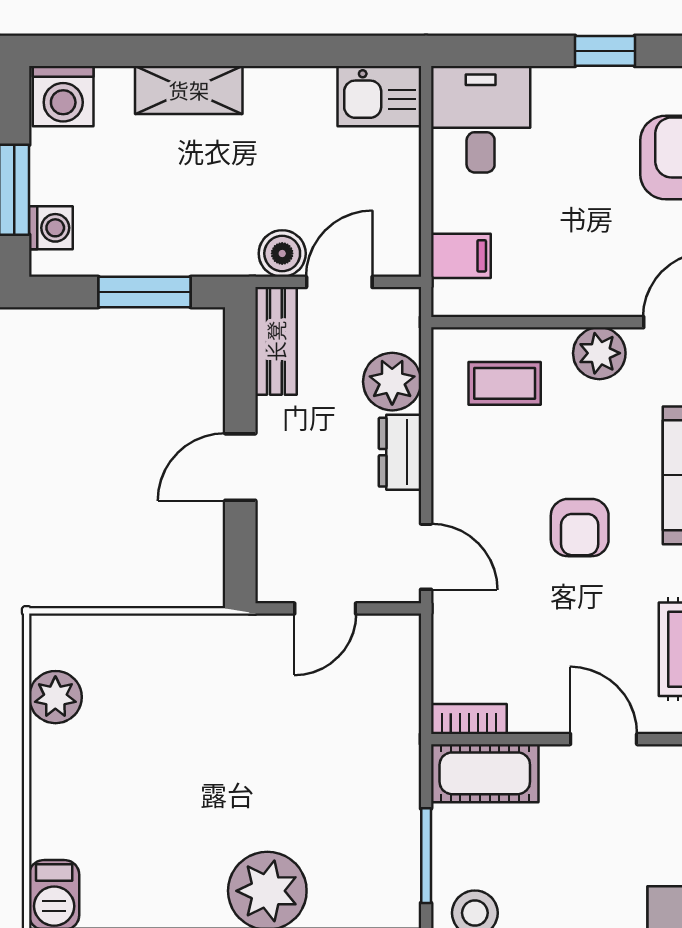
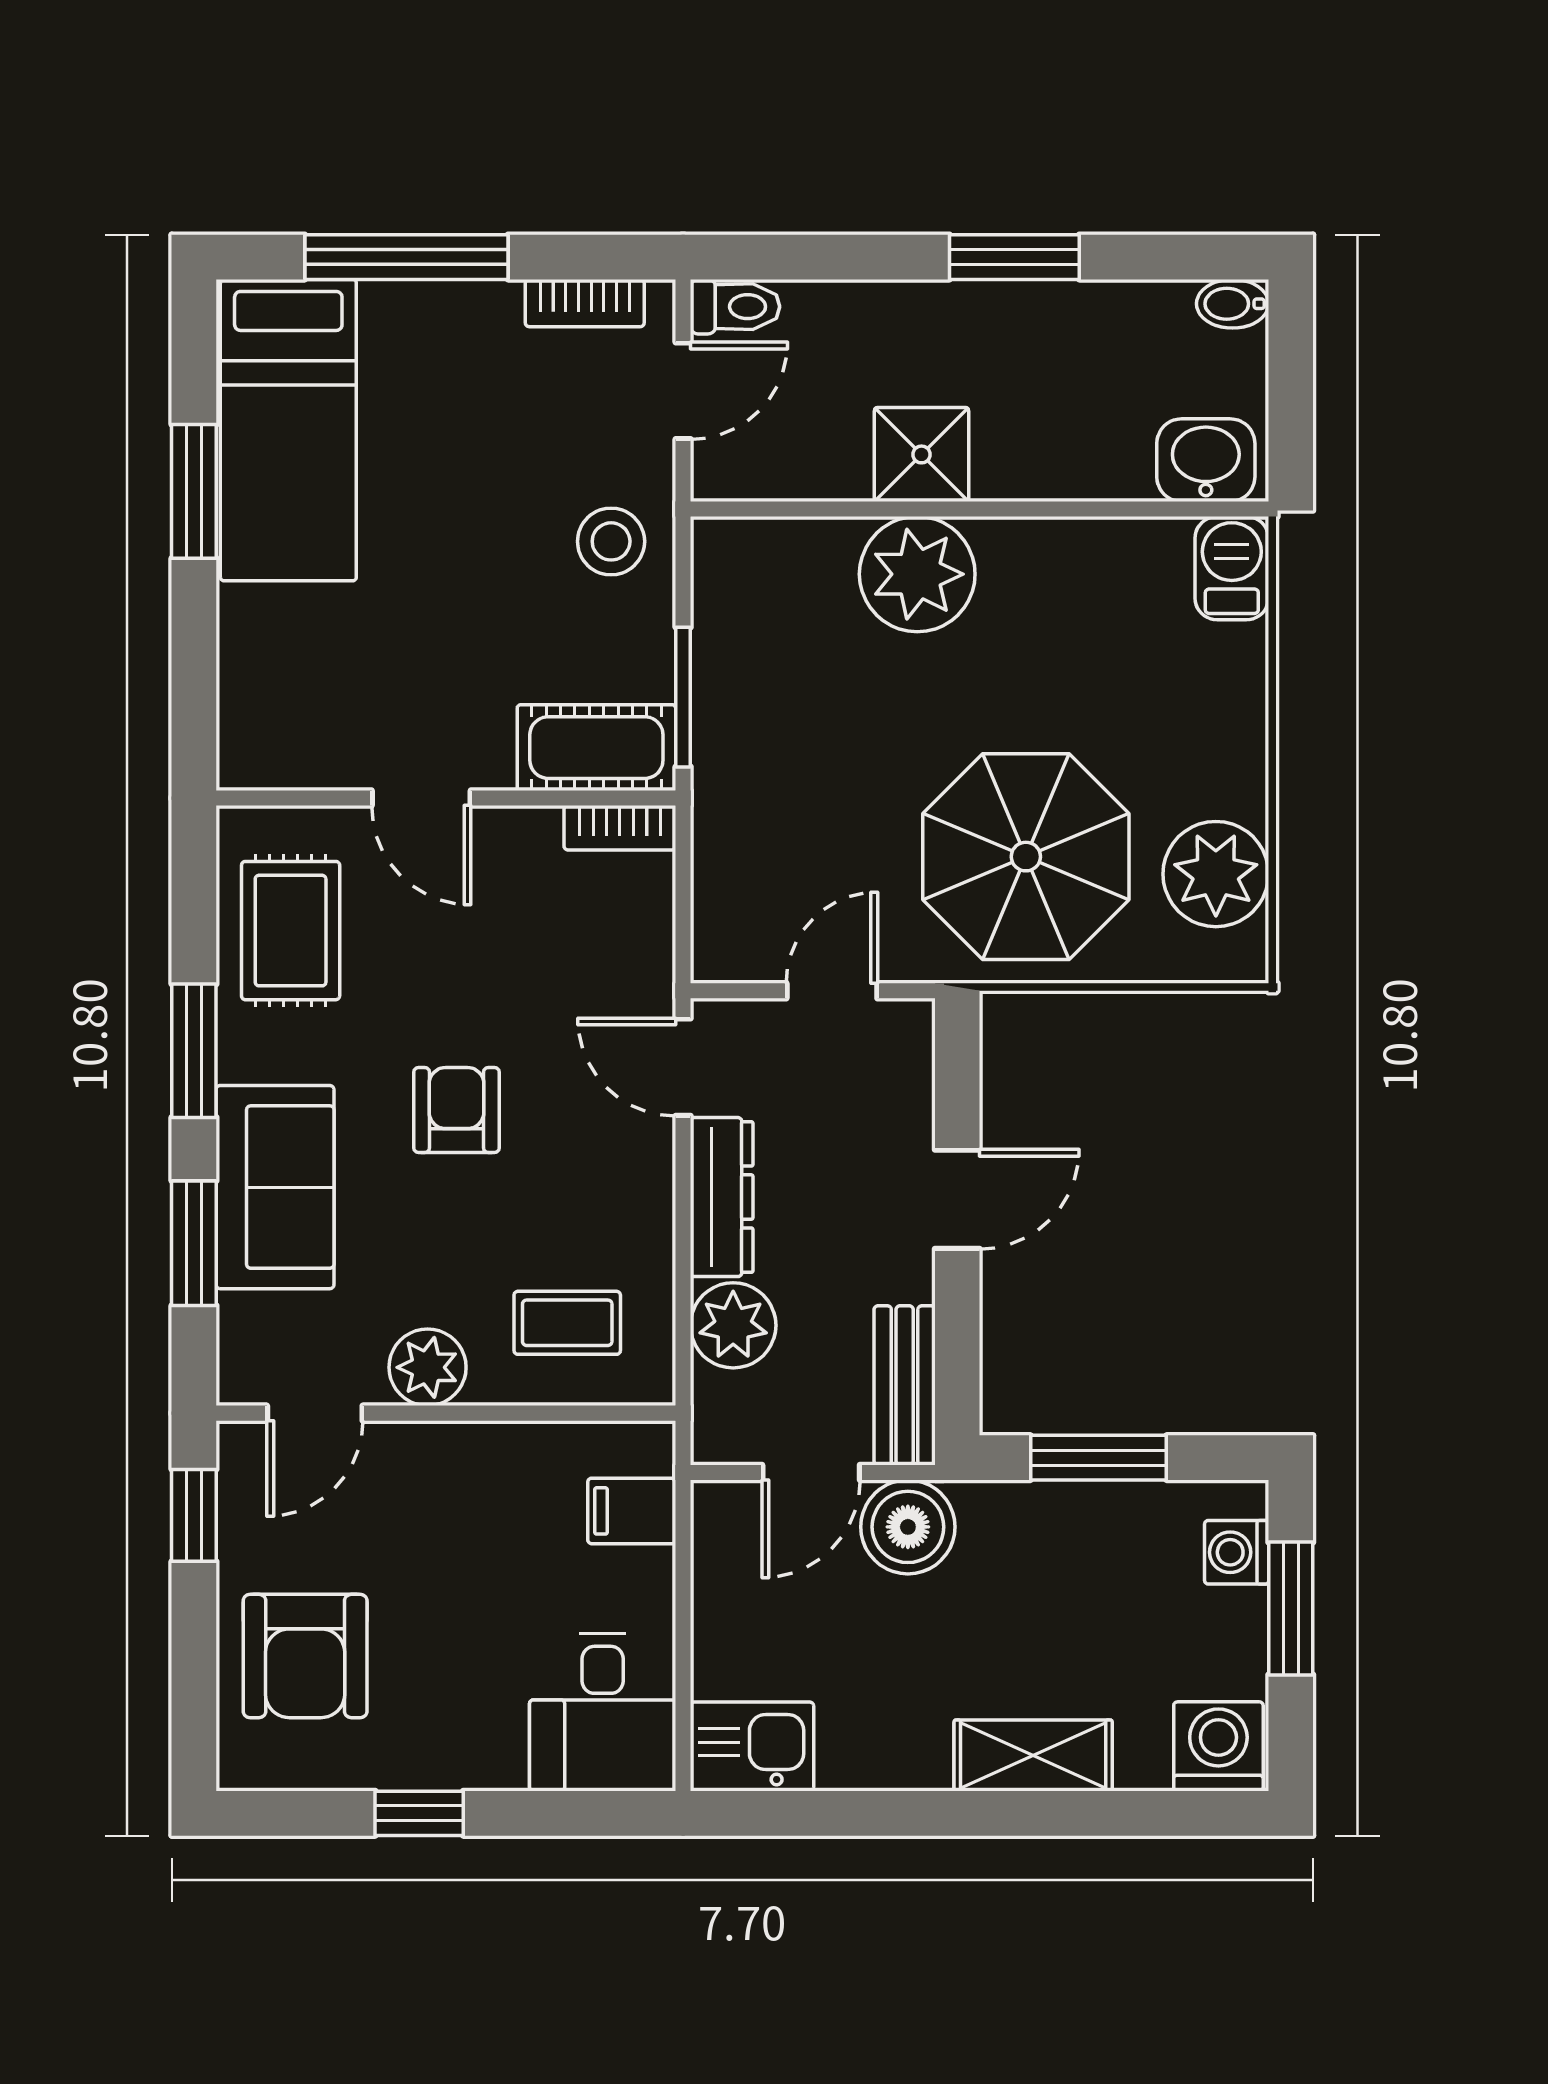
boiler: (282, 253) -> (908, 1527), width x1.36, depth x1.36
dresser: (400, 452) -> (722, 1197), width x1.44
plant: (55, 697) -> (1216, 874), width x1.36, depth x1.36
parasol: (194, 699) -> (1026, 857), added
window: (426, 856) -> (683, 697), moved

